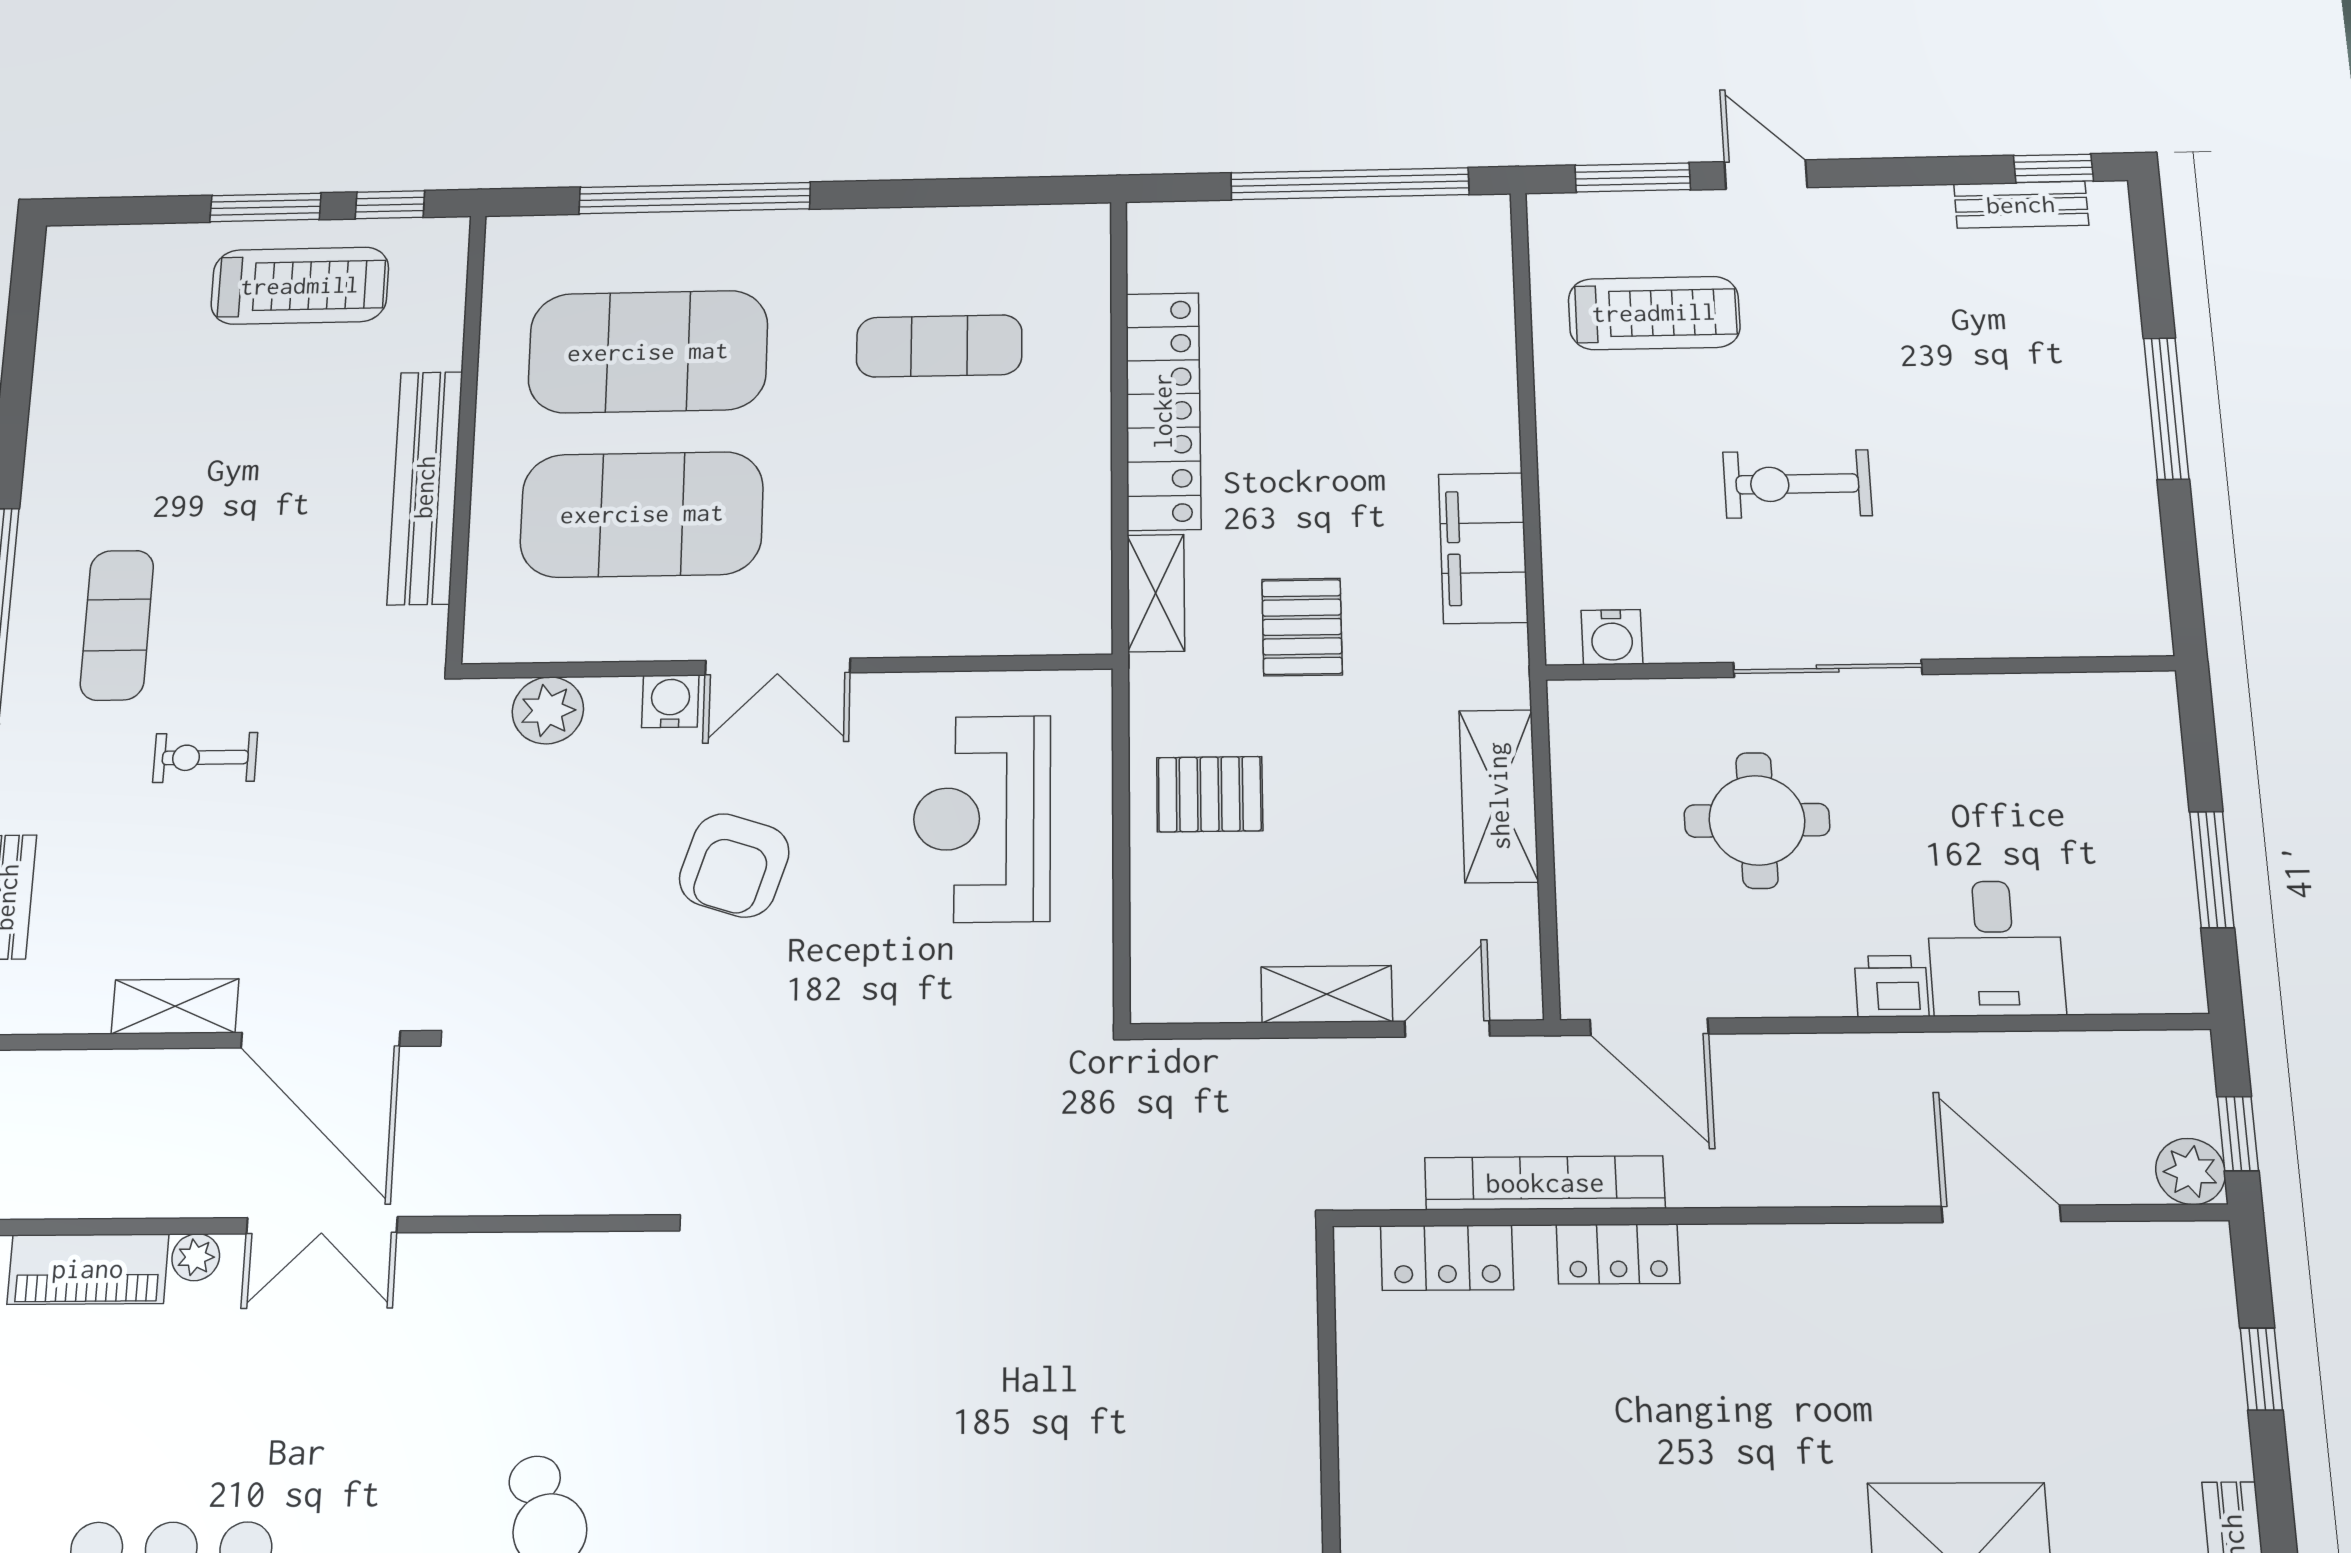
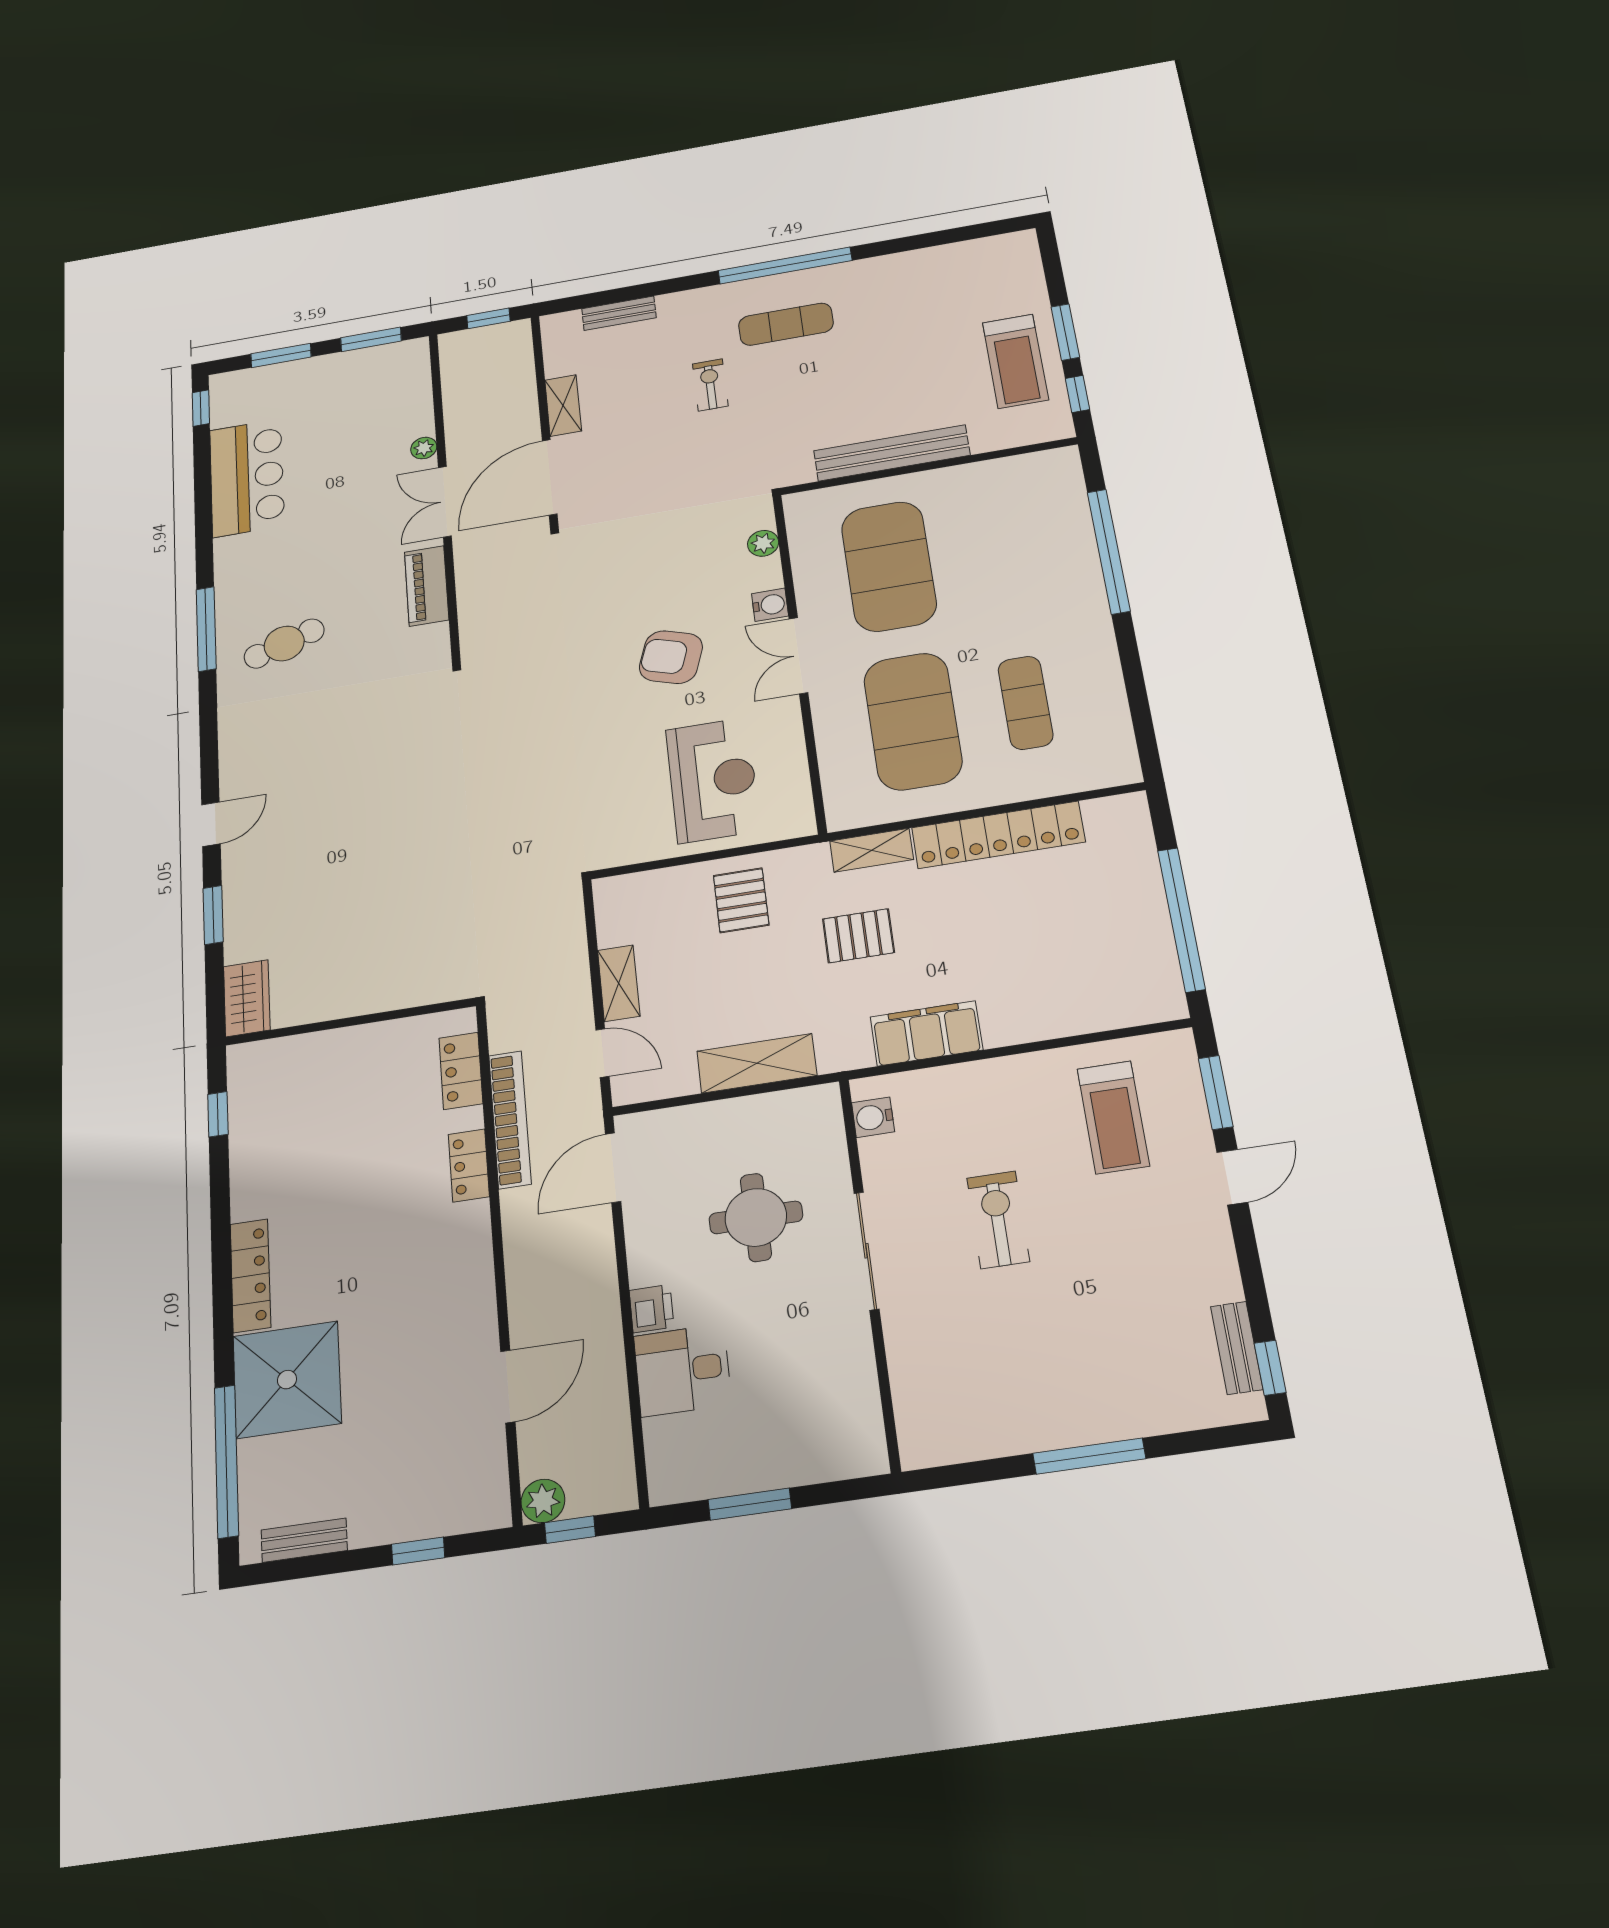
exercise mat: (648, 352) -> (913, 721), moved
plant: (548, 710) -> (763, 543), width x0.73, depth x0.73
reception desk: (982, 819) -> (713, 780), turned 90
piano: (88, 1269) -> (427, 586), moved

